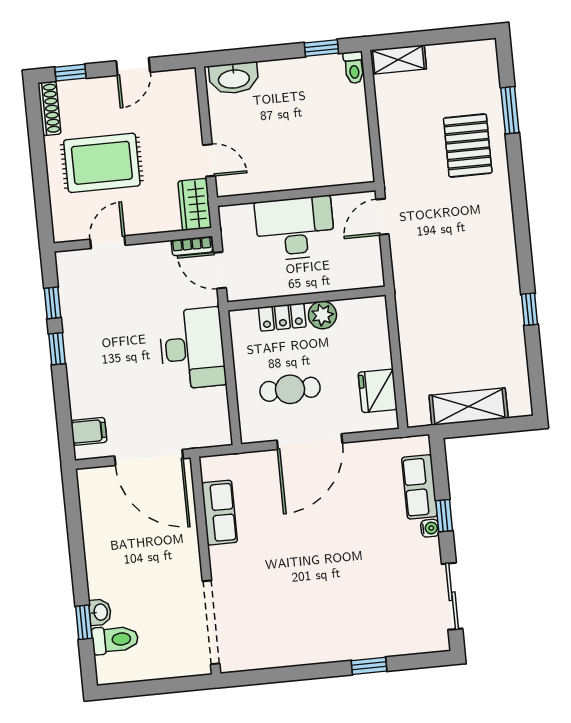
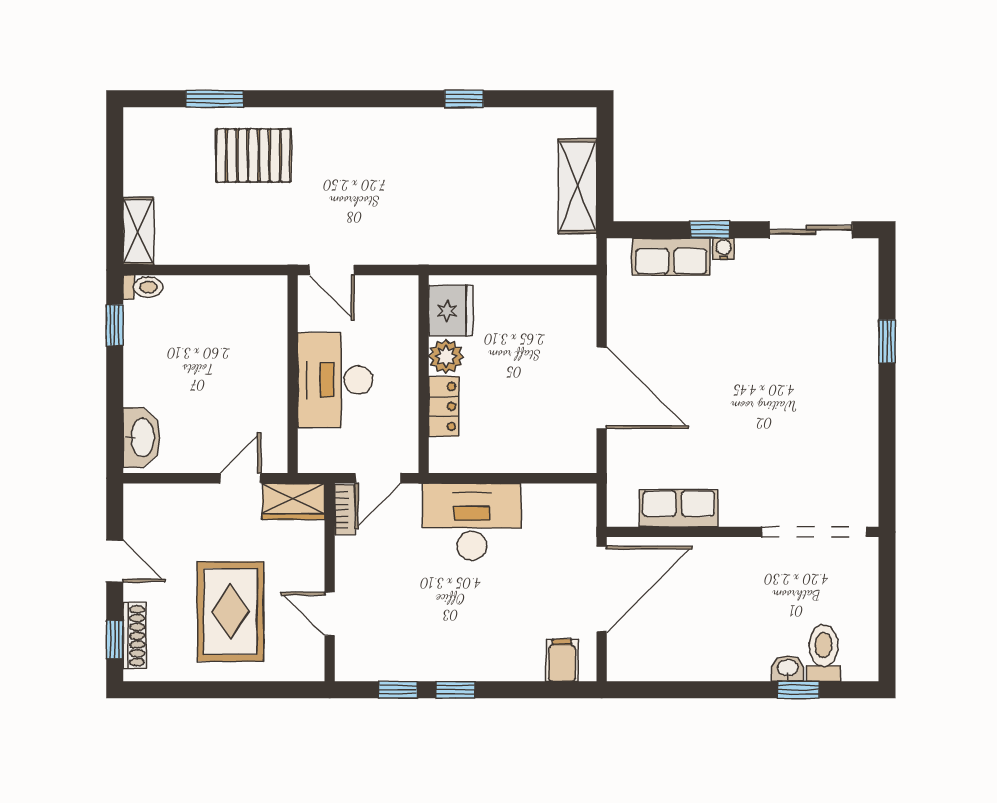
shoe rack: (49, 108) -> (134, 636), moved, turned 90
cafe table: (290, 389) -> (534, 406), removed
fridge: (378, 391) -> (451, 311), moved, turned -90

